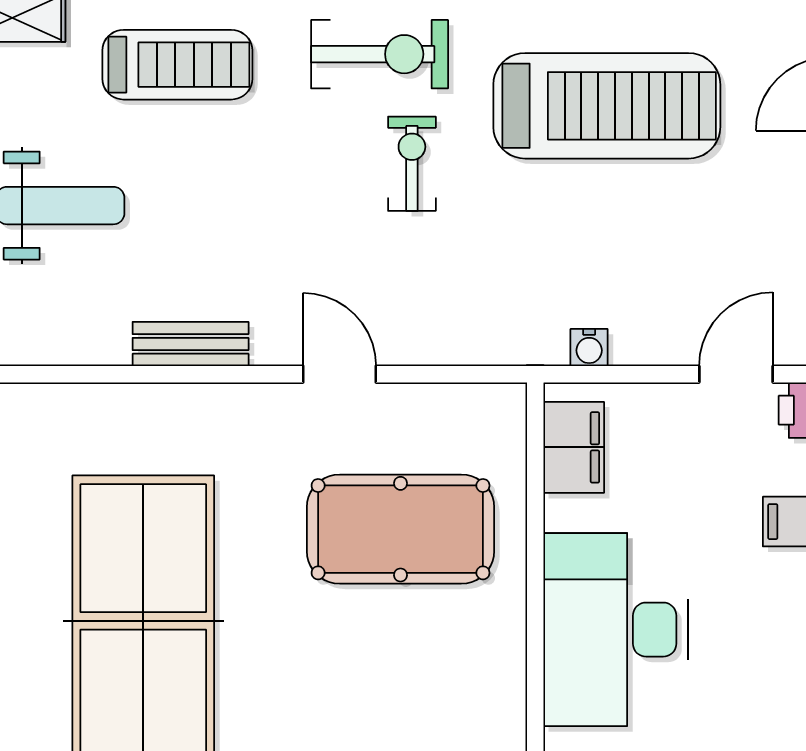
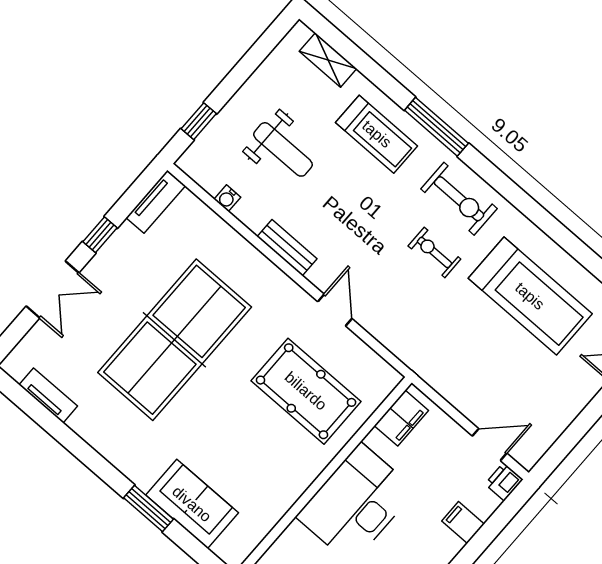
exercise bike: (412, 164) -> (434, 252), turned -90
water cooler: (589, 348) -> (227, 198), moved

